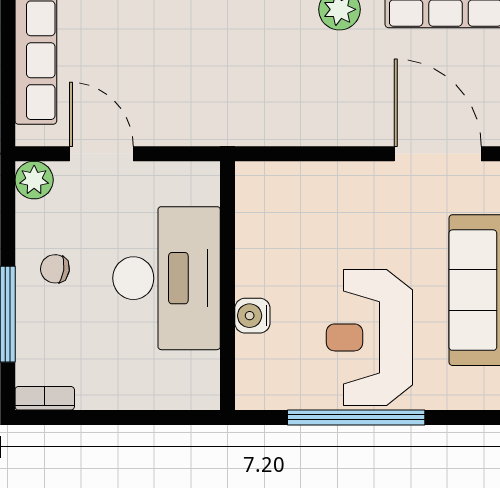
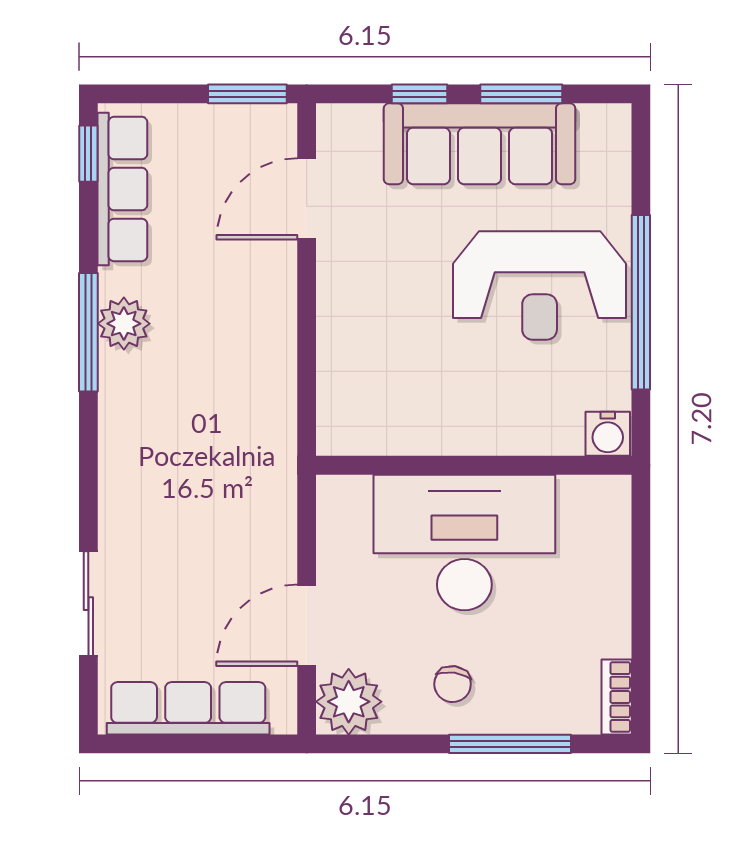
door: (438, 154) -> (307, 199), width x0.73
plant: (34, 180) -> (349, 702), width x1.36, depth x1.36
water cooler: (252, 316) -> (608, 434), moved

